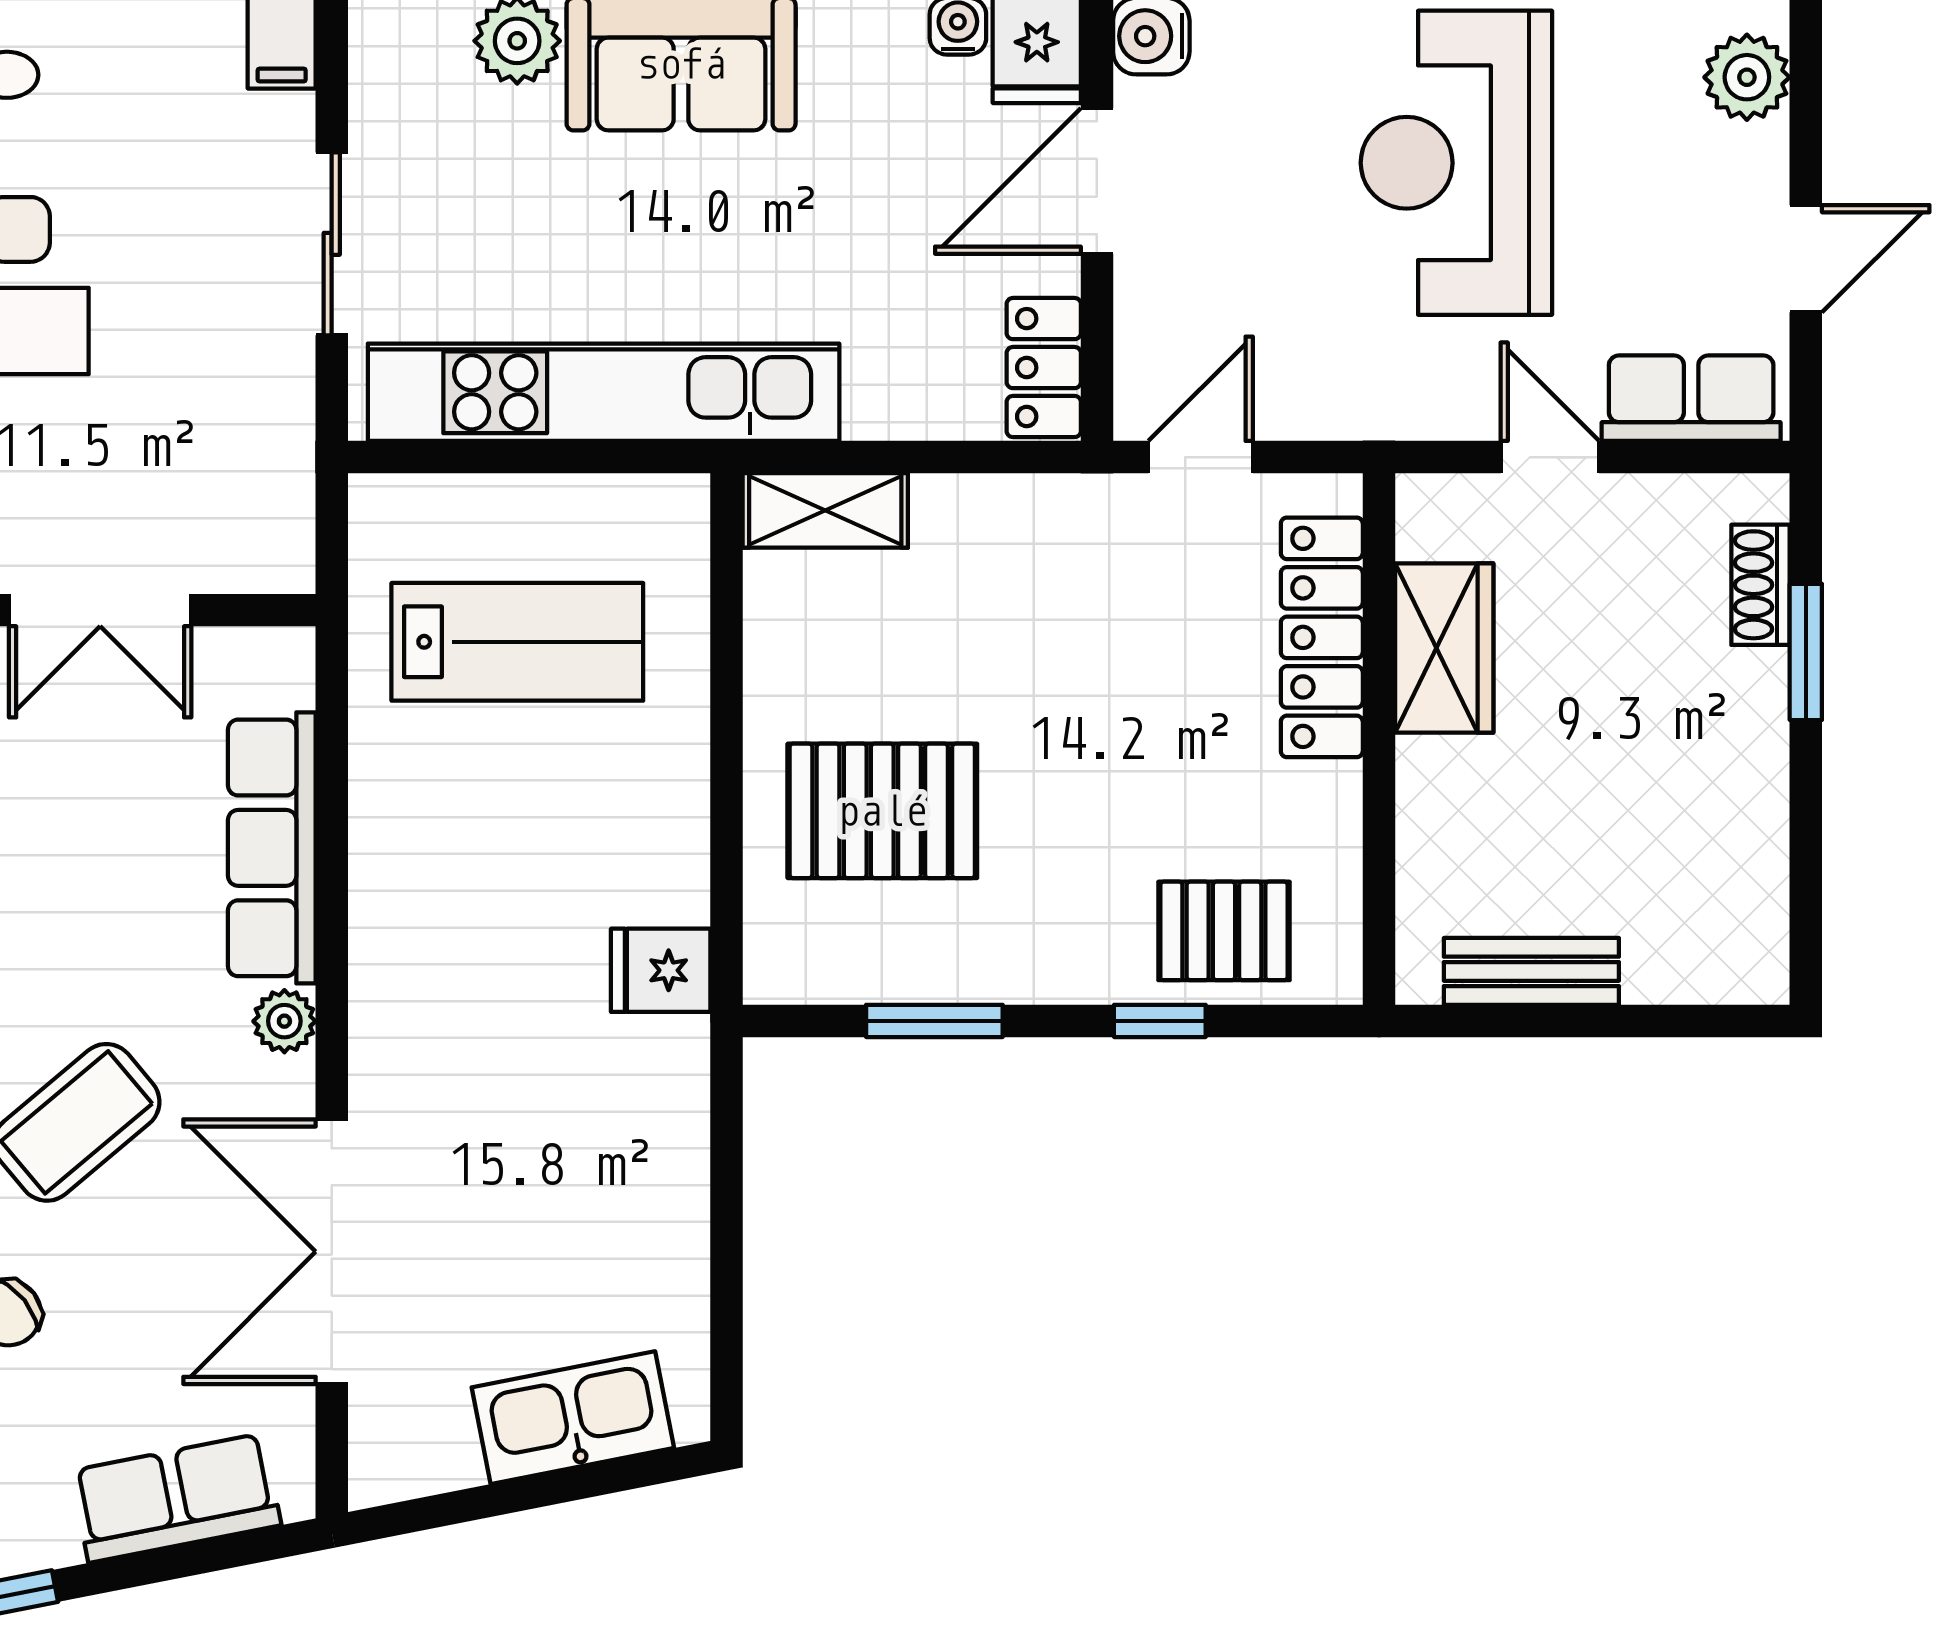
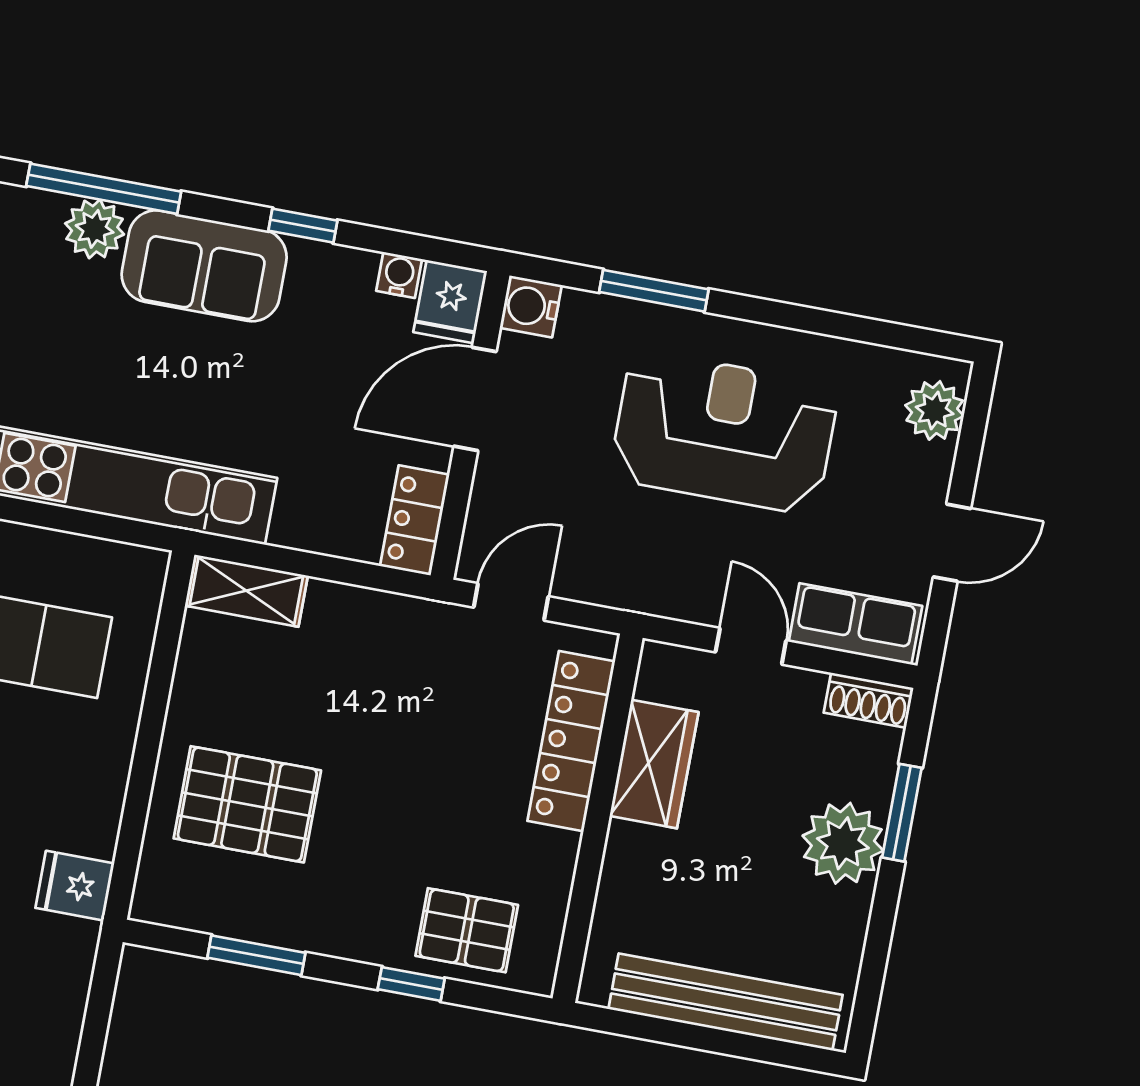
reception desk: (1456, 163) -> (724, 432), turned 90
shoe rack: (1761, 585) -> (869, 700), moved, turned -90
plant: (1731, 710) -> (843, 843), added
bench: (1531, 971) -> (726, 1002), width x1.86, depth x1.21

